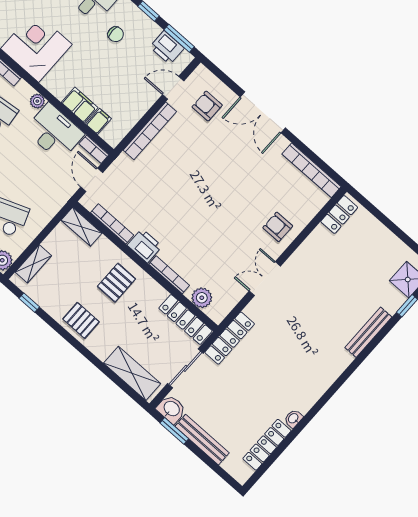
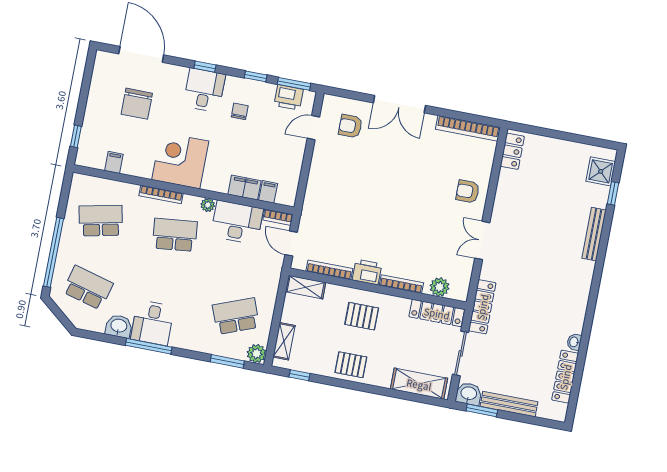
chair: (116, 34) -> (240, 111), turned -90
bookcase: (150, 131) -> (315, 175), removed
pallet: (116, 283) -> (362, 316), turned 90

